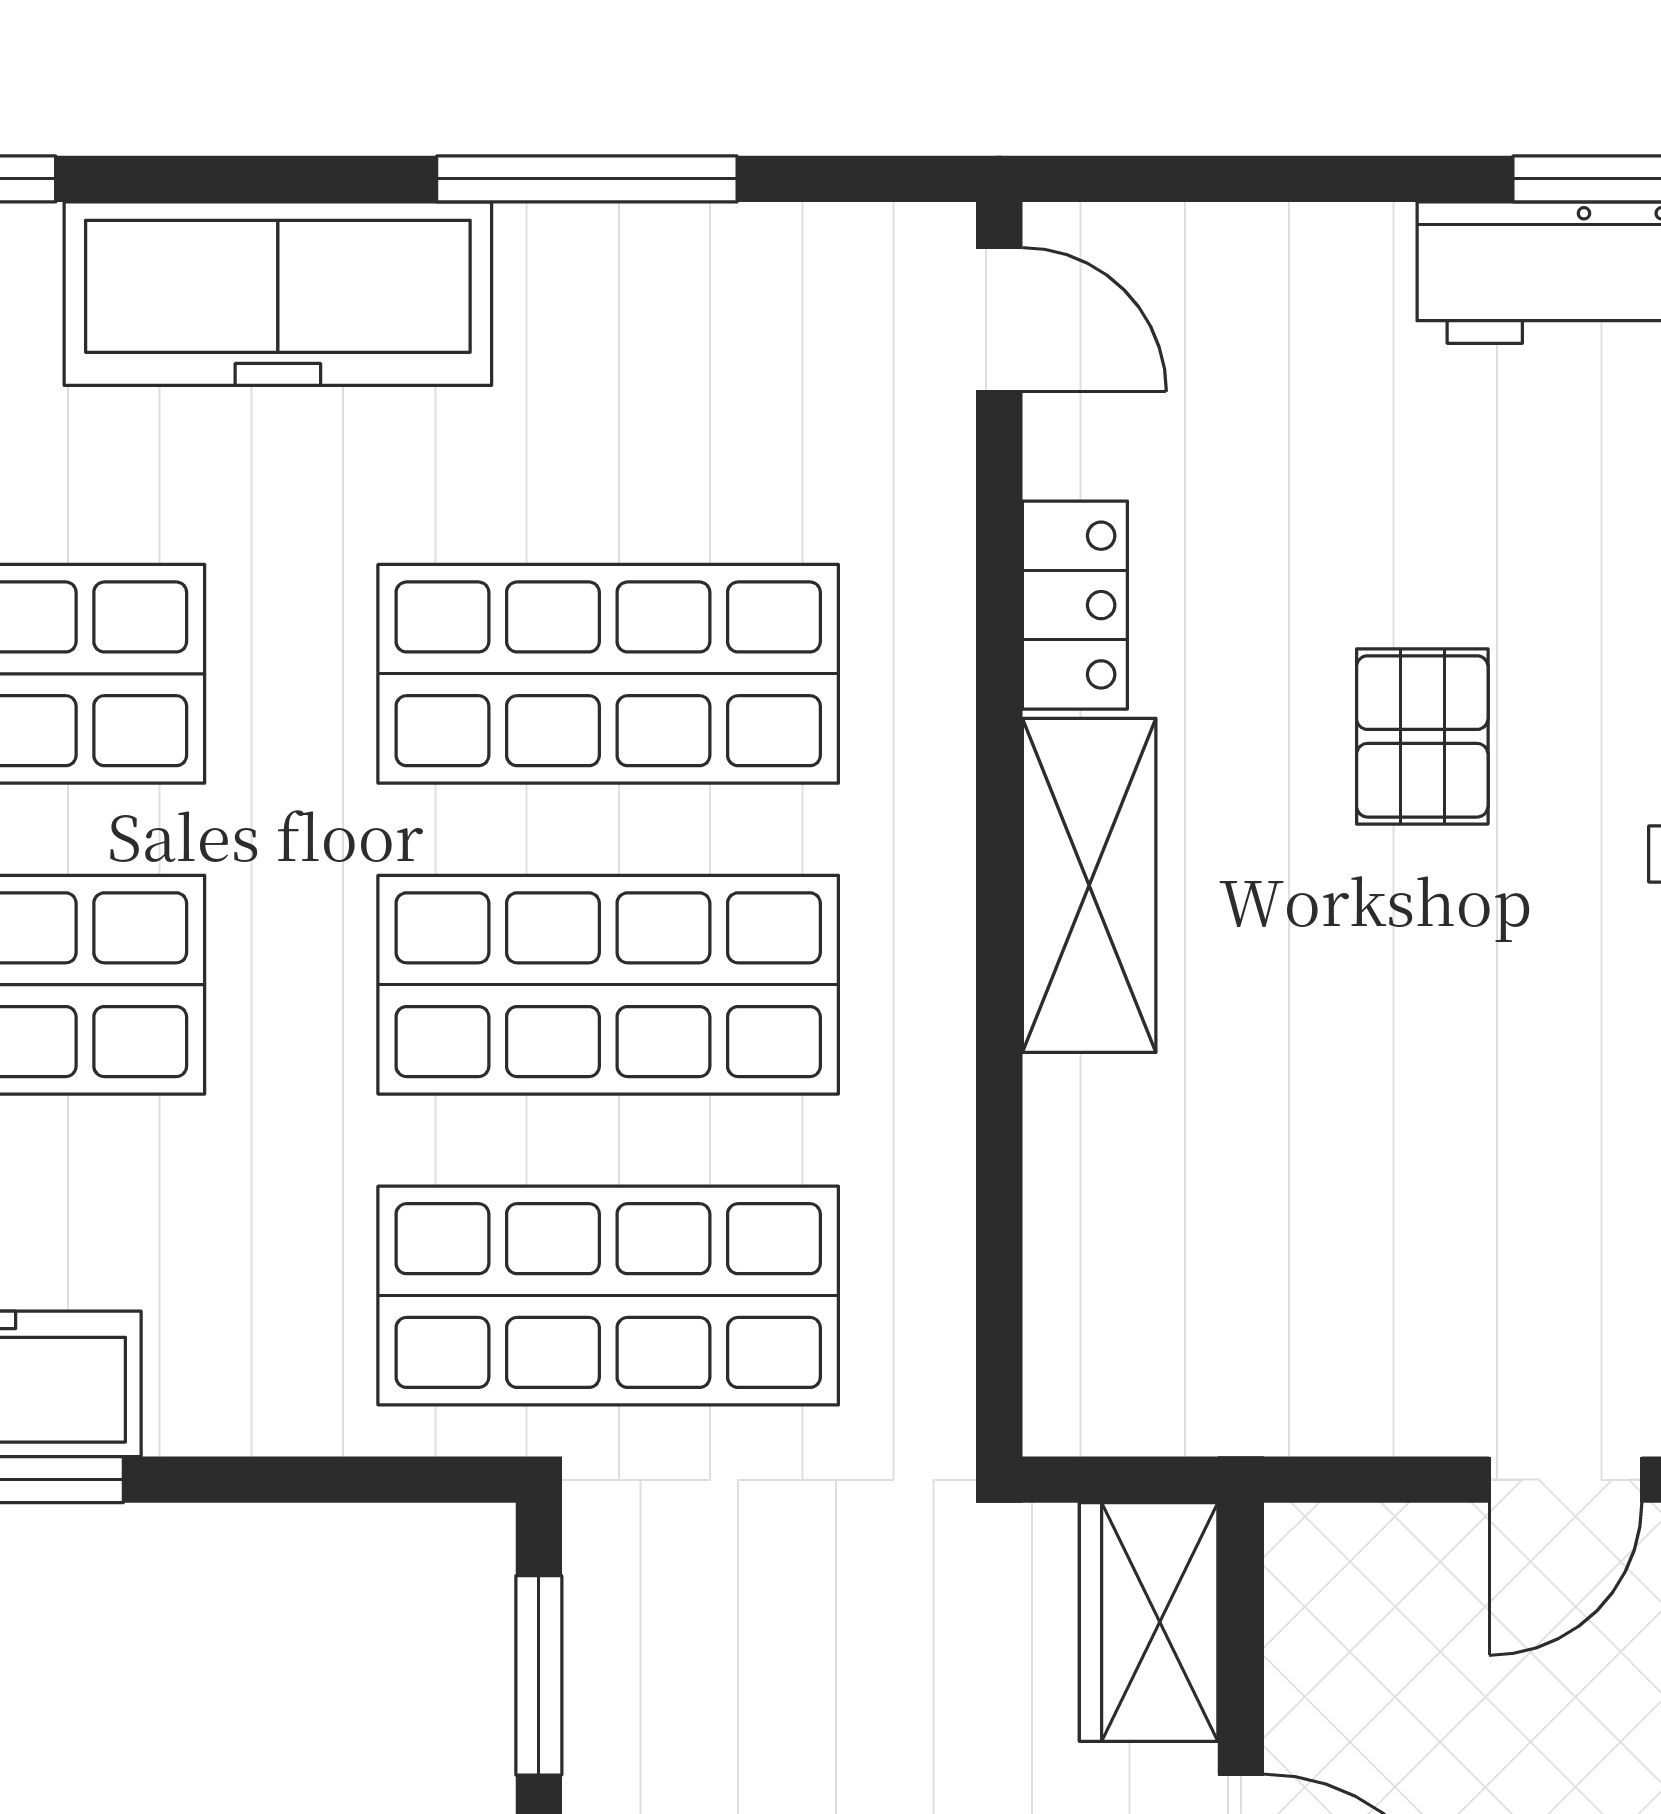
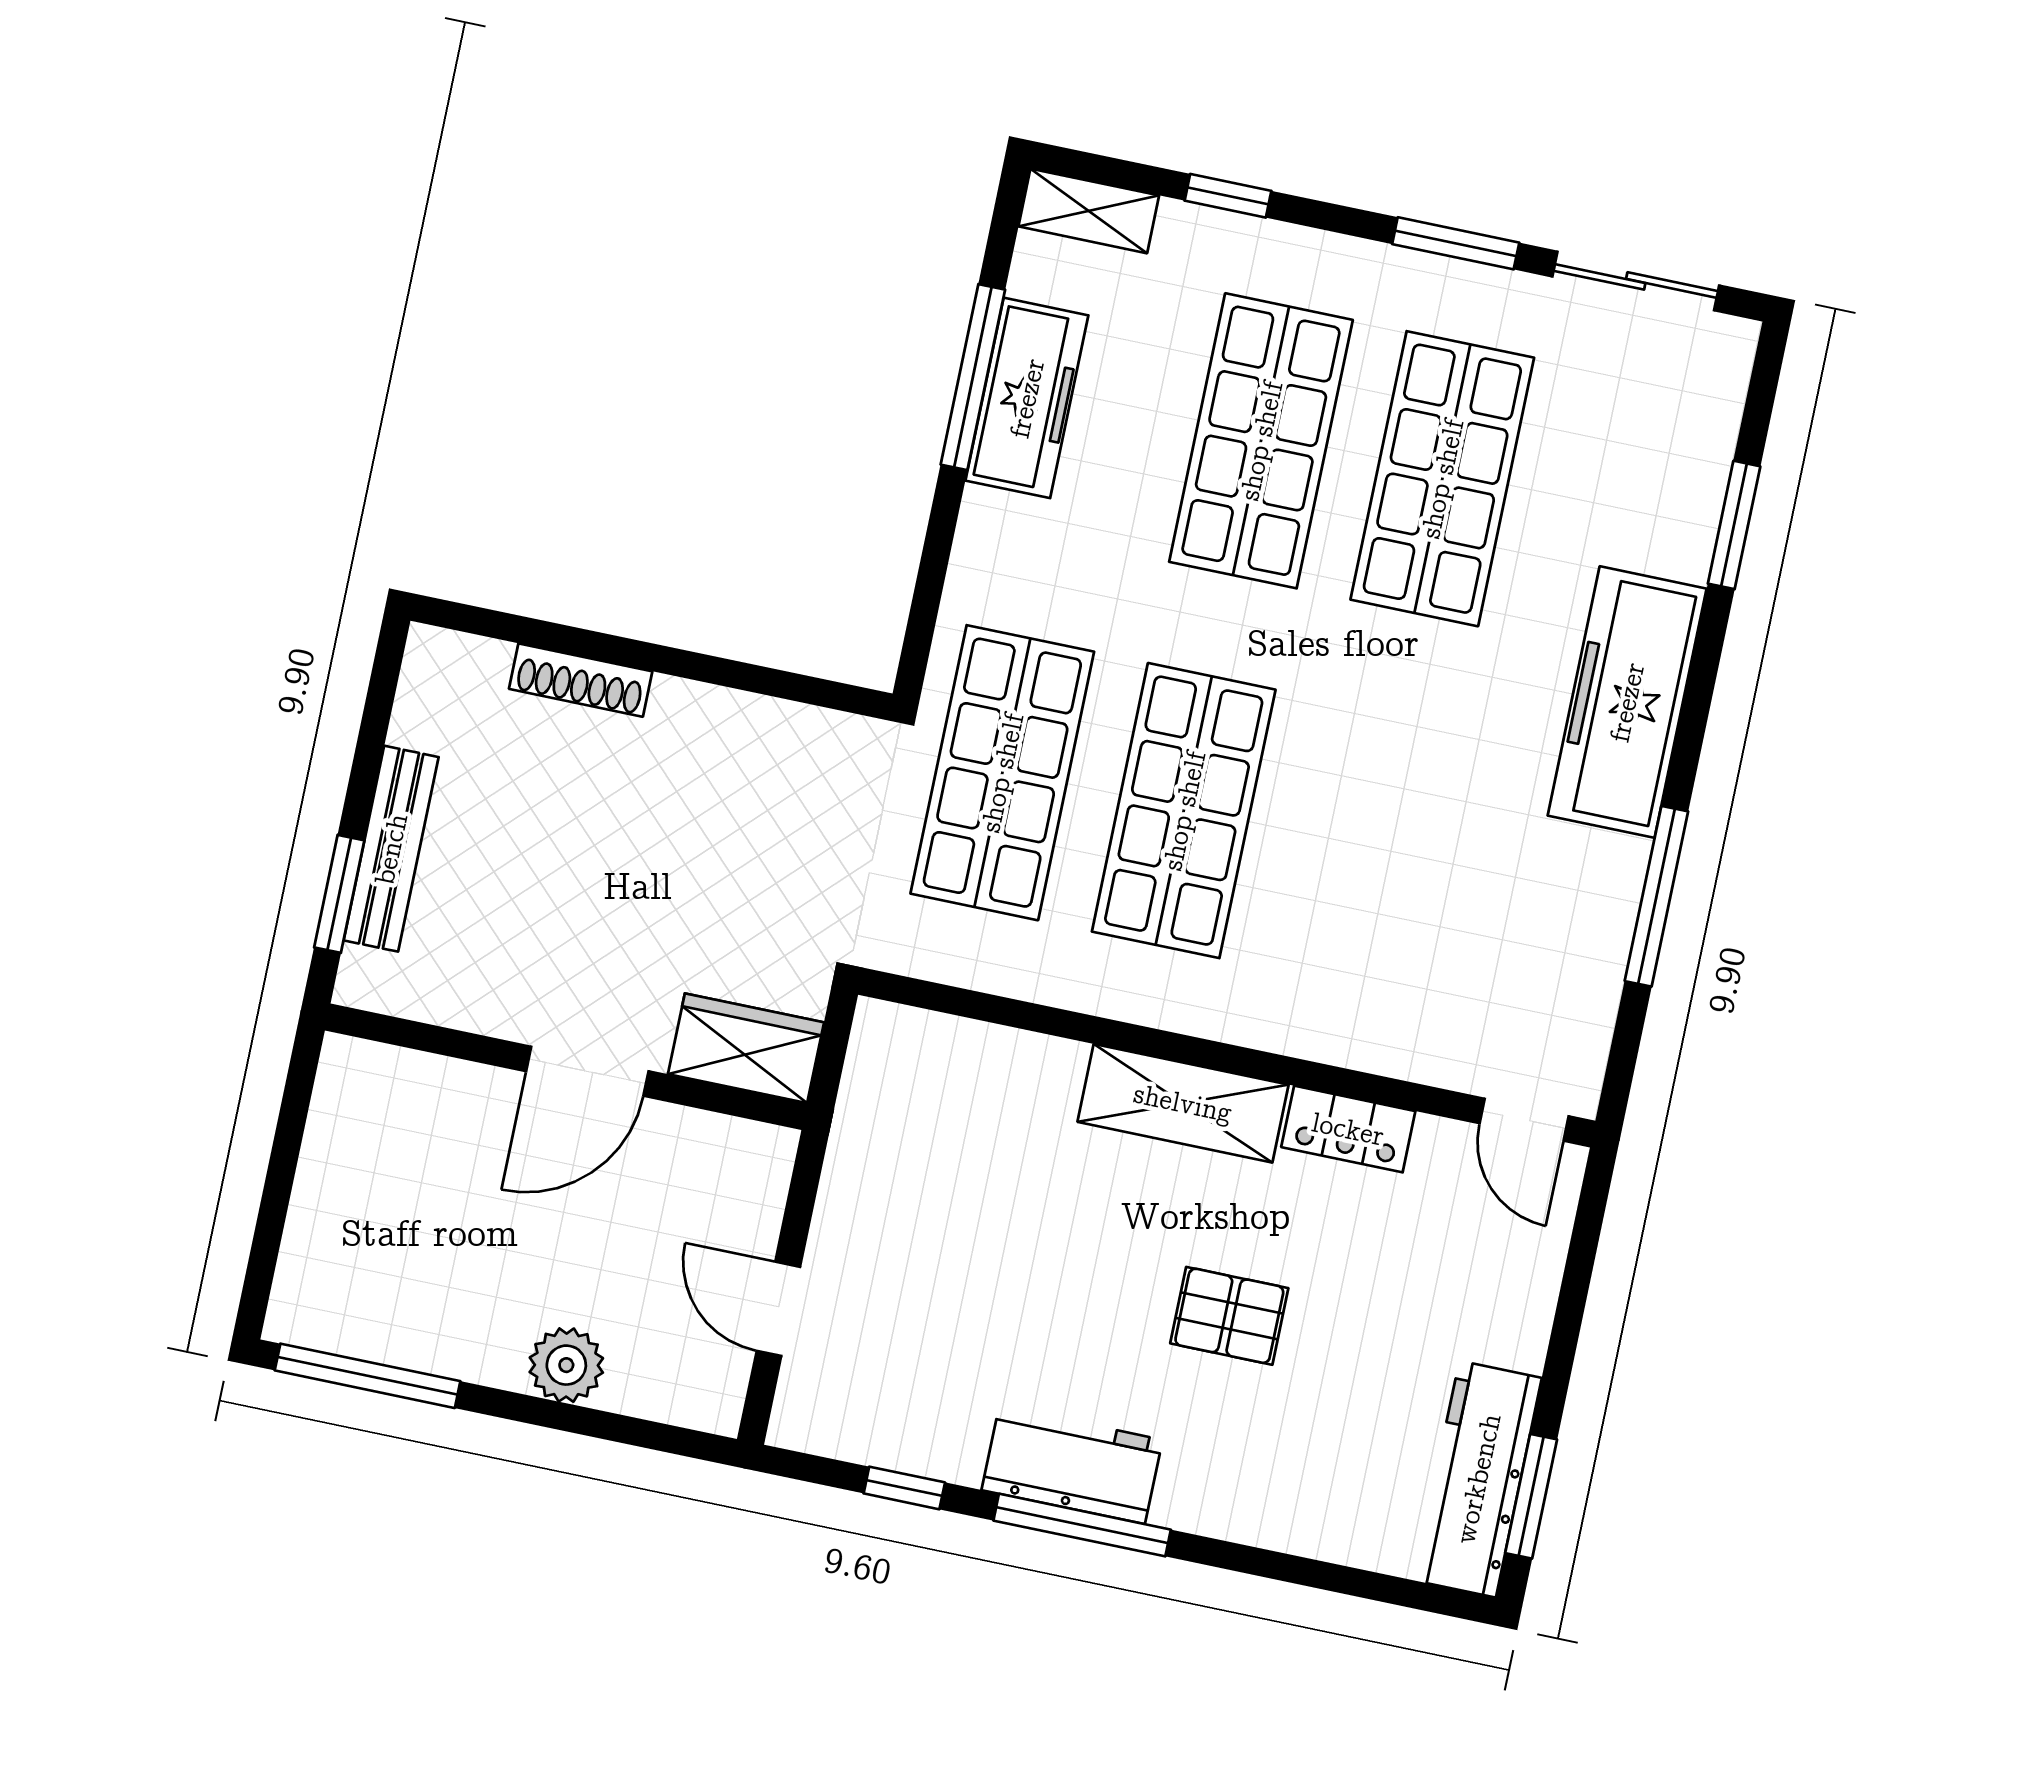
door: (999, 320) -> (1524, 1120), hinge flipped
shop shelf: (608, 674) -> (1365, 848), removed
window: (539, 1675) -> (789, 686), removed

